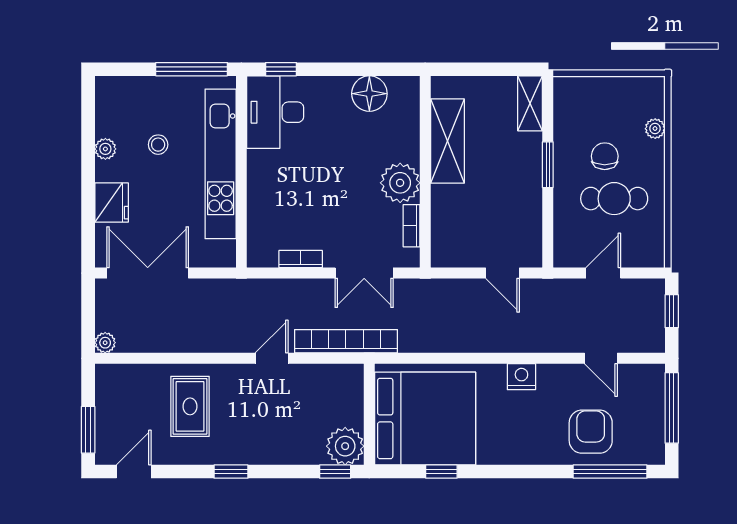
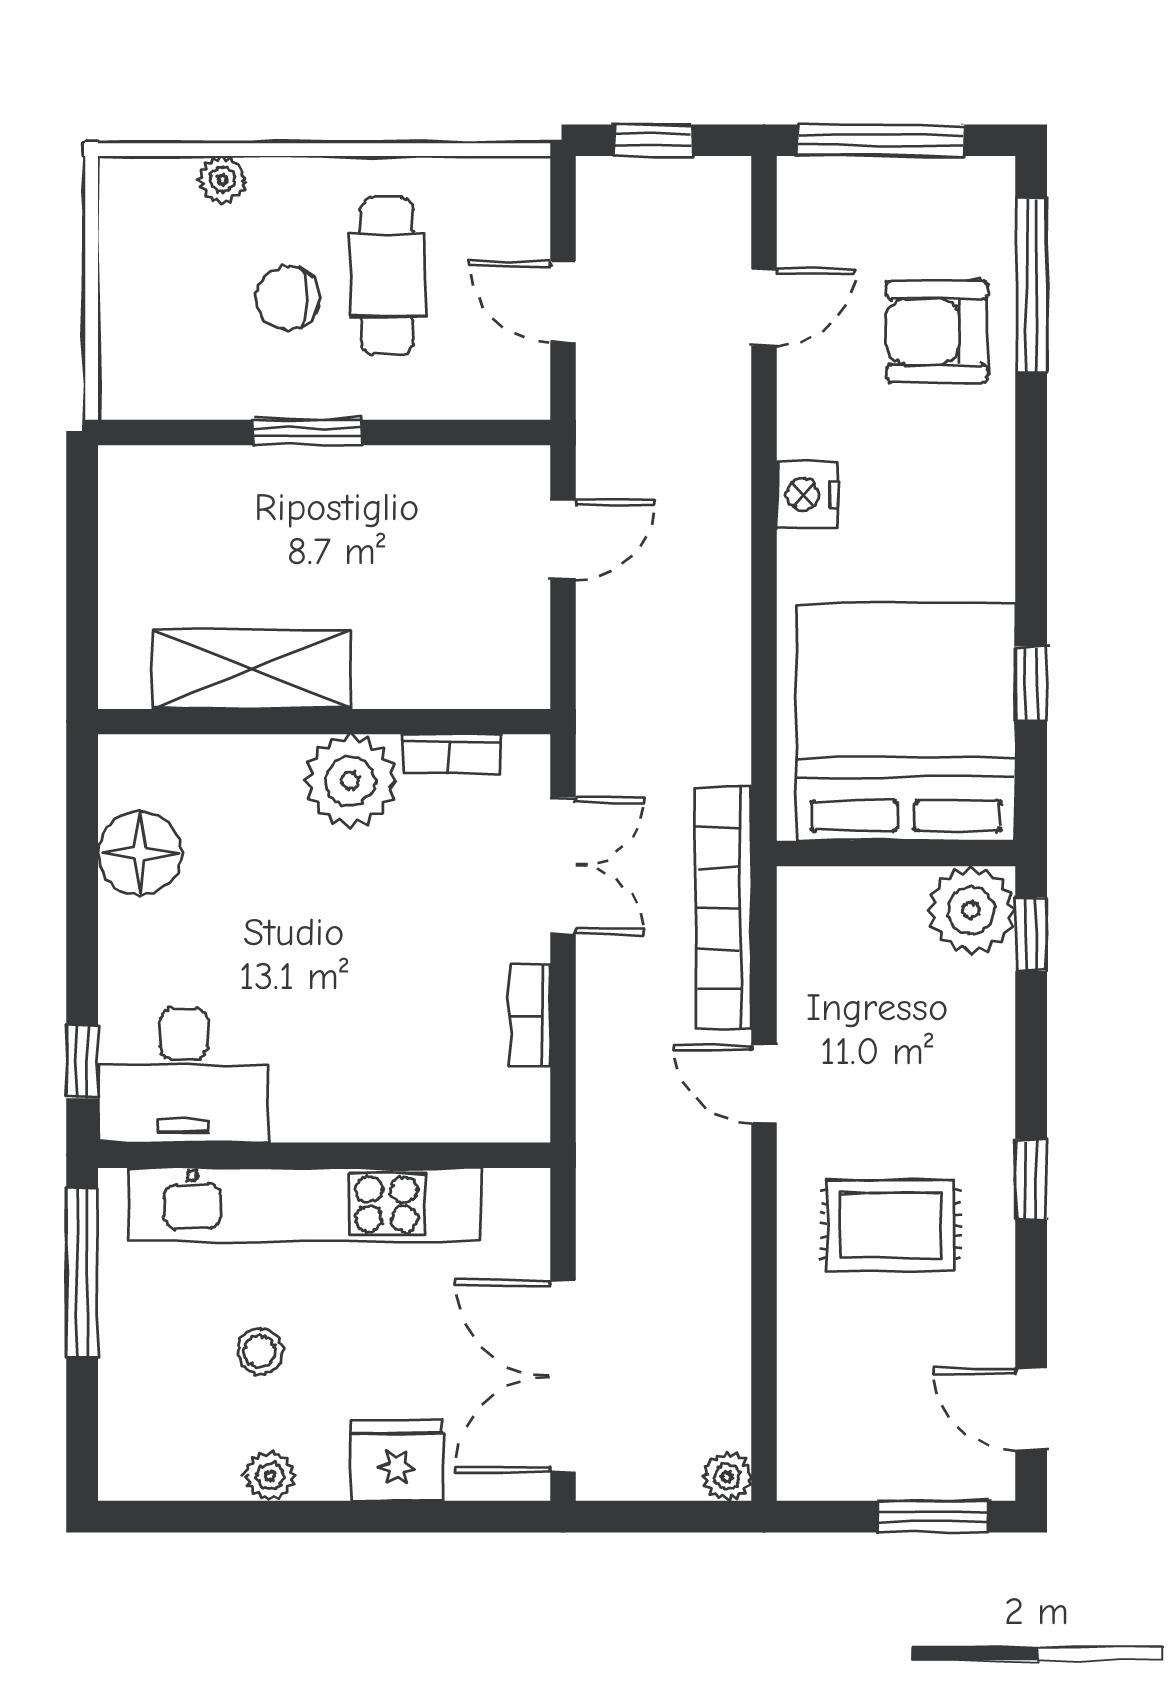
shelving: (530, 103) -> (163, 474), removed
rug: (190, 406) -> (891, 1225), moved

